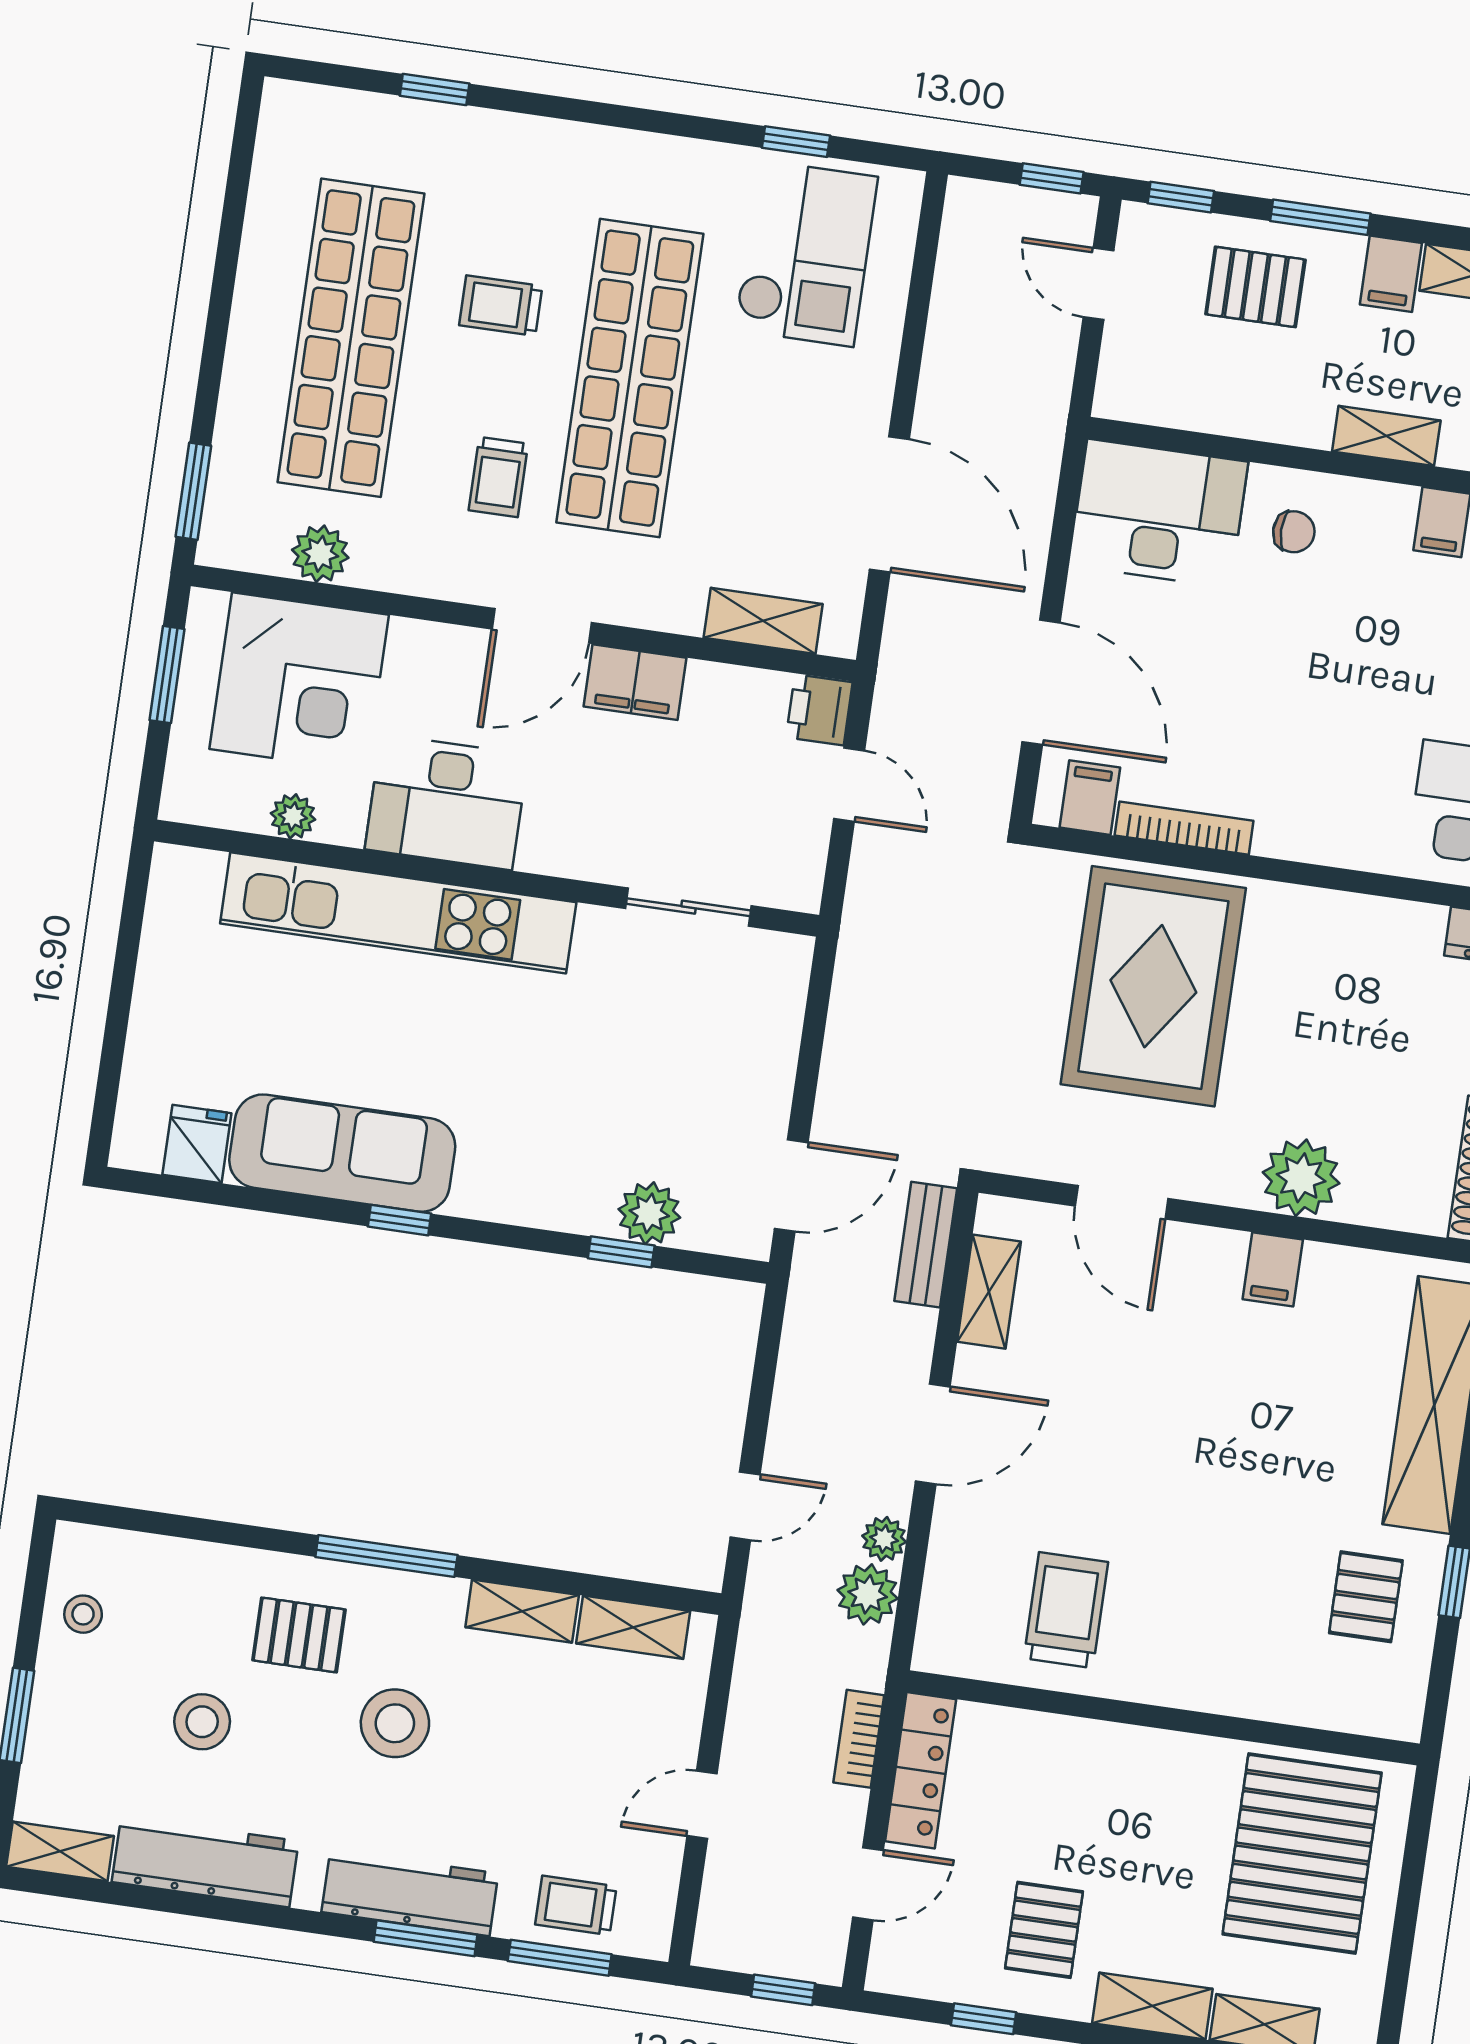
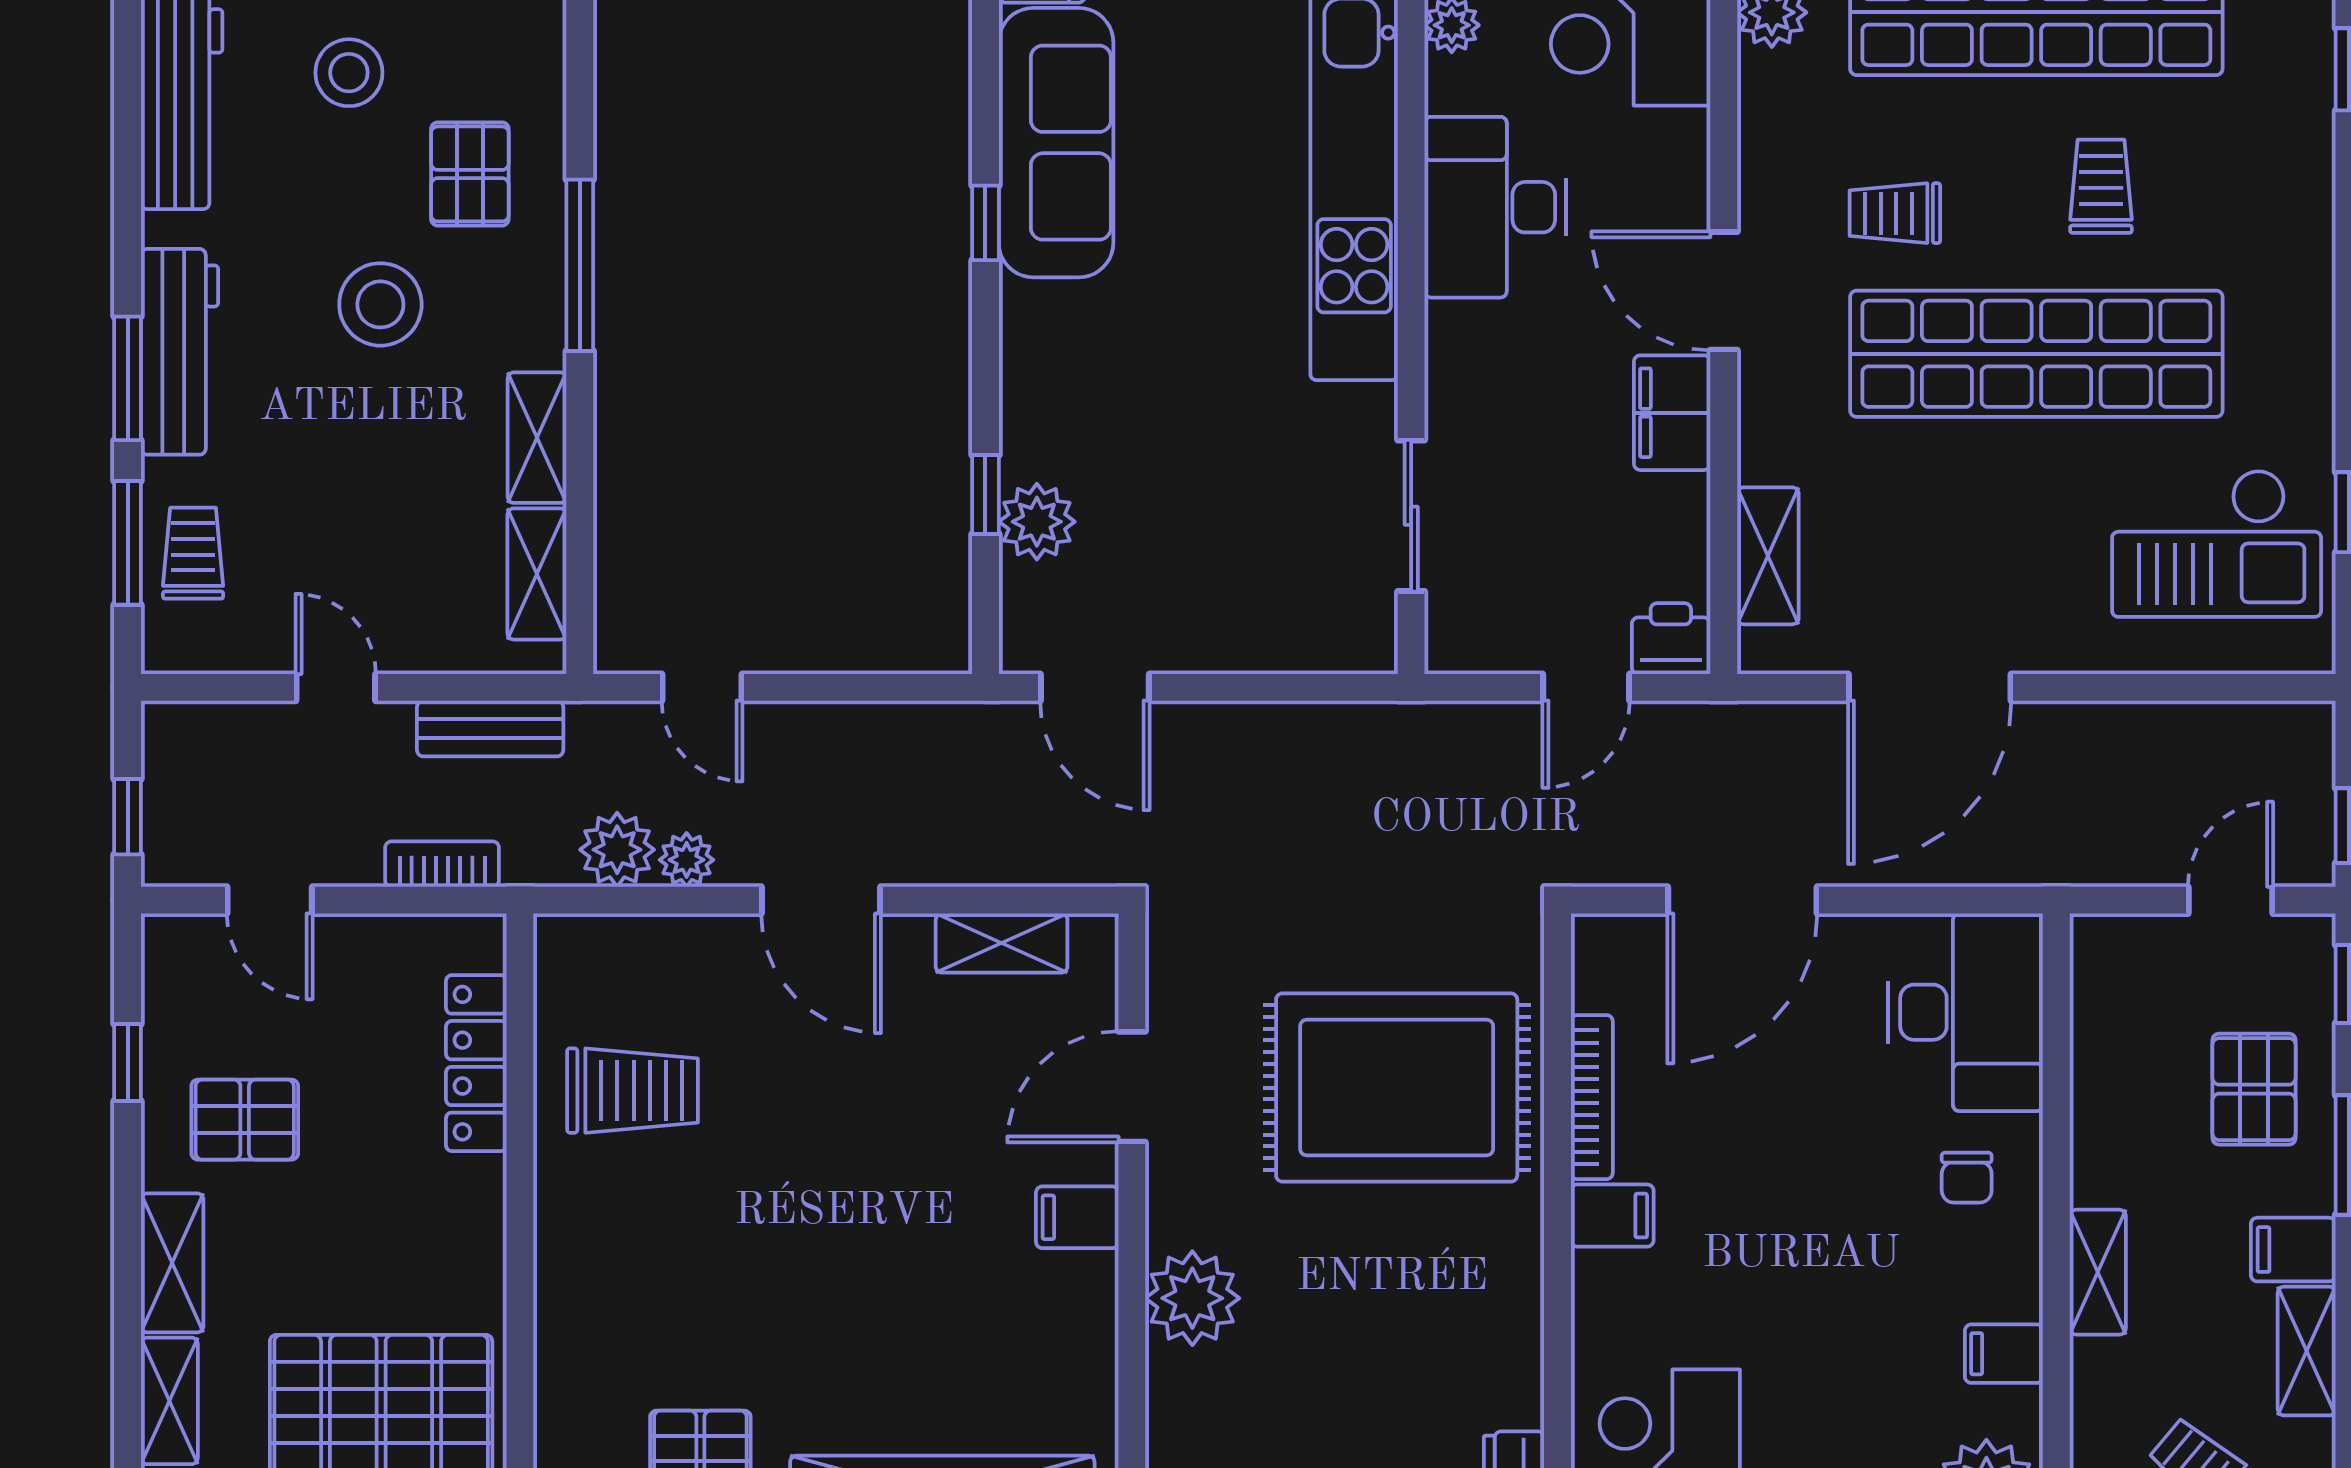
filing cabinet: (1090, 798) -> (1612, 1216), moved
bench: (926, 1245) -> (490, 729), moved
filing cabinet: (1273, 1269) -> (1077, 1217), moved
locker: (921, 1770) -> (476, 1063), moved, turned 90

